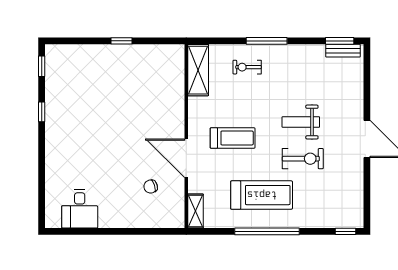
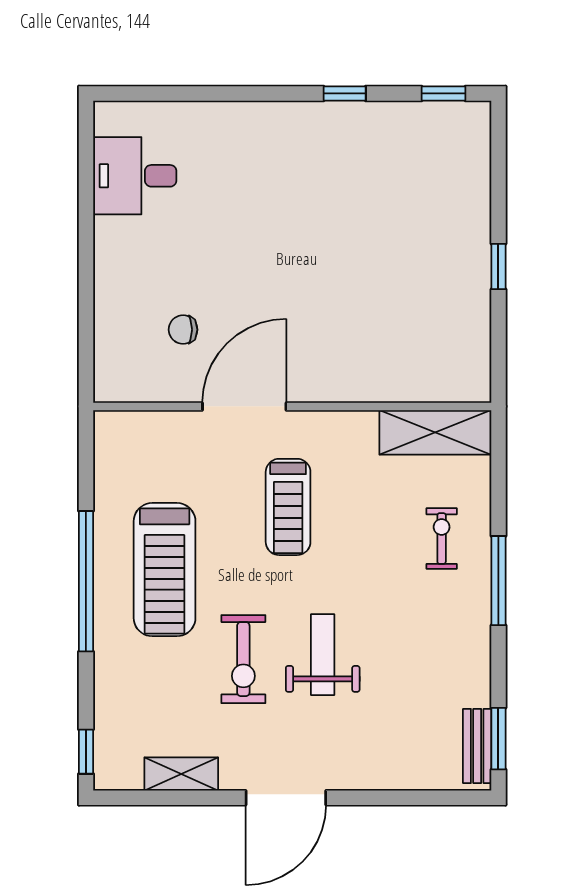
chair: (151, 186) -> (183, 330), turned -73
shelving: (195, 211) -> (181, 774), moved

